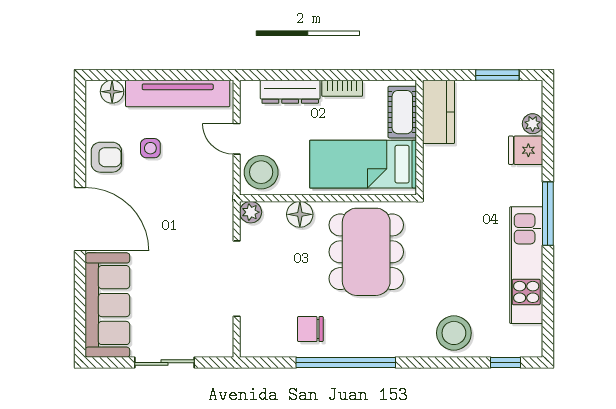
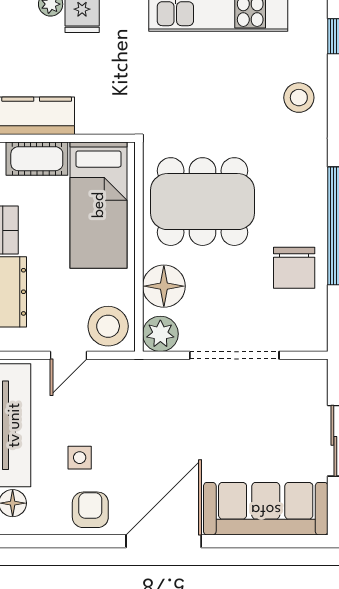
plant: (251, 212) -> (160, 334), width x1.38, depth x1.38
floor lamp: (300, 214) -> (164, 286), width x1.38, depth x1.38
chair: (310, 329) -> (294, 268), width x1.37, depth x1.37
stool: (454, 333) -> (299, 98), width x0.73, depth x0.73

